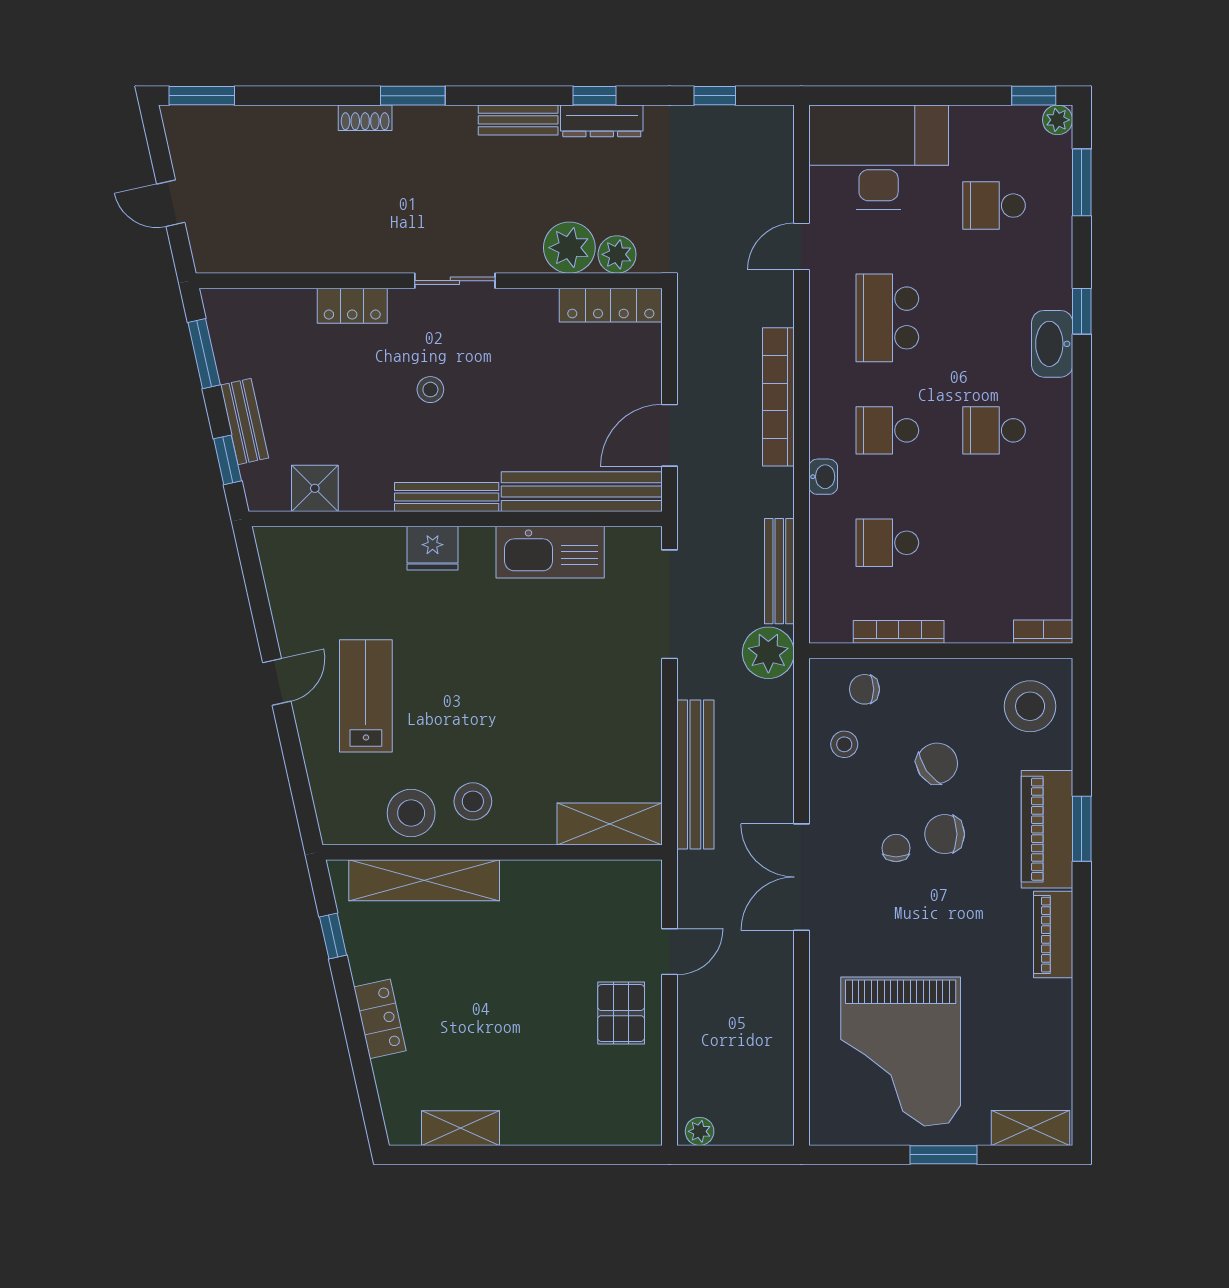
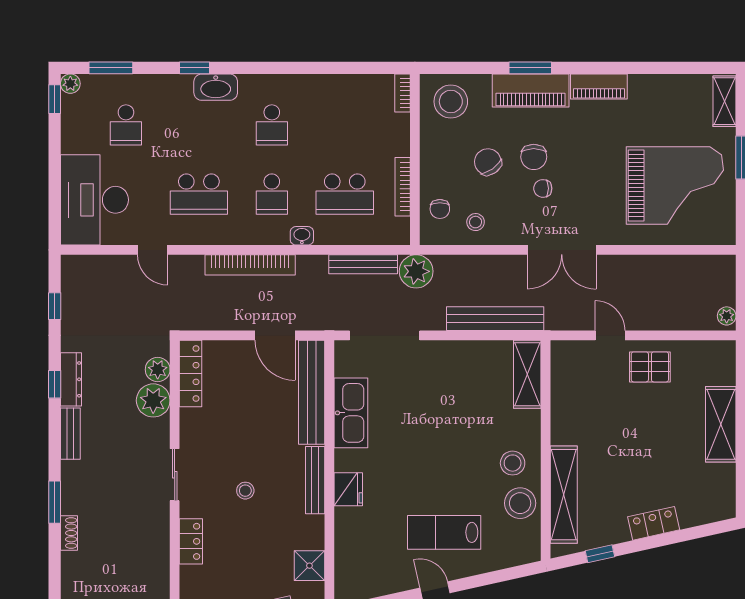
school desk: (887, 543) -> (345, 194), width x1.85
shelving: (460, 1128) -> (721, 424), moved, width x1.50, depth x1.33

